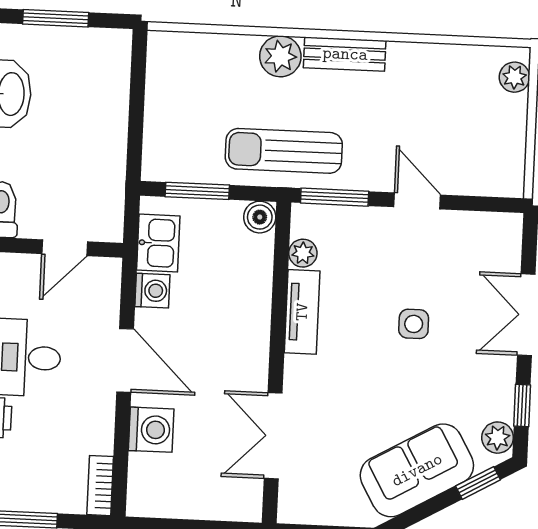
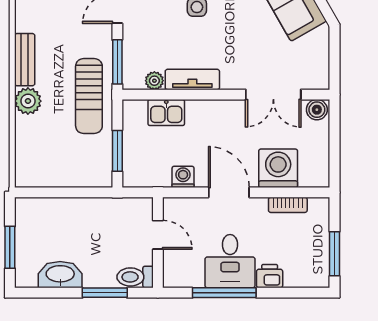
boiler: (260, 217) -> (317, 110), moved
kitchen sink: (158, 243) -> (166, 113), moved, turned 180
door: (125, 360) -> (229, 192), hinge flipped
washing machine: (151, 430) -> (278, 168), width x1.37, depth x1.37
bookcase: (100, 486) -> (288, 205), moved

